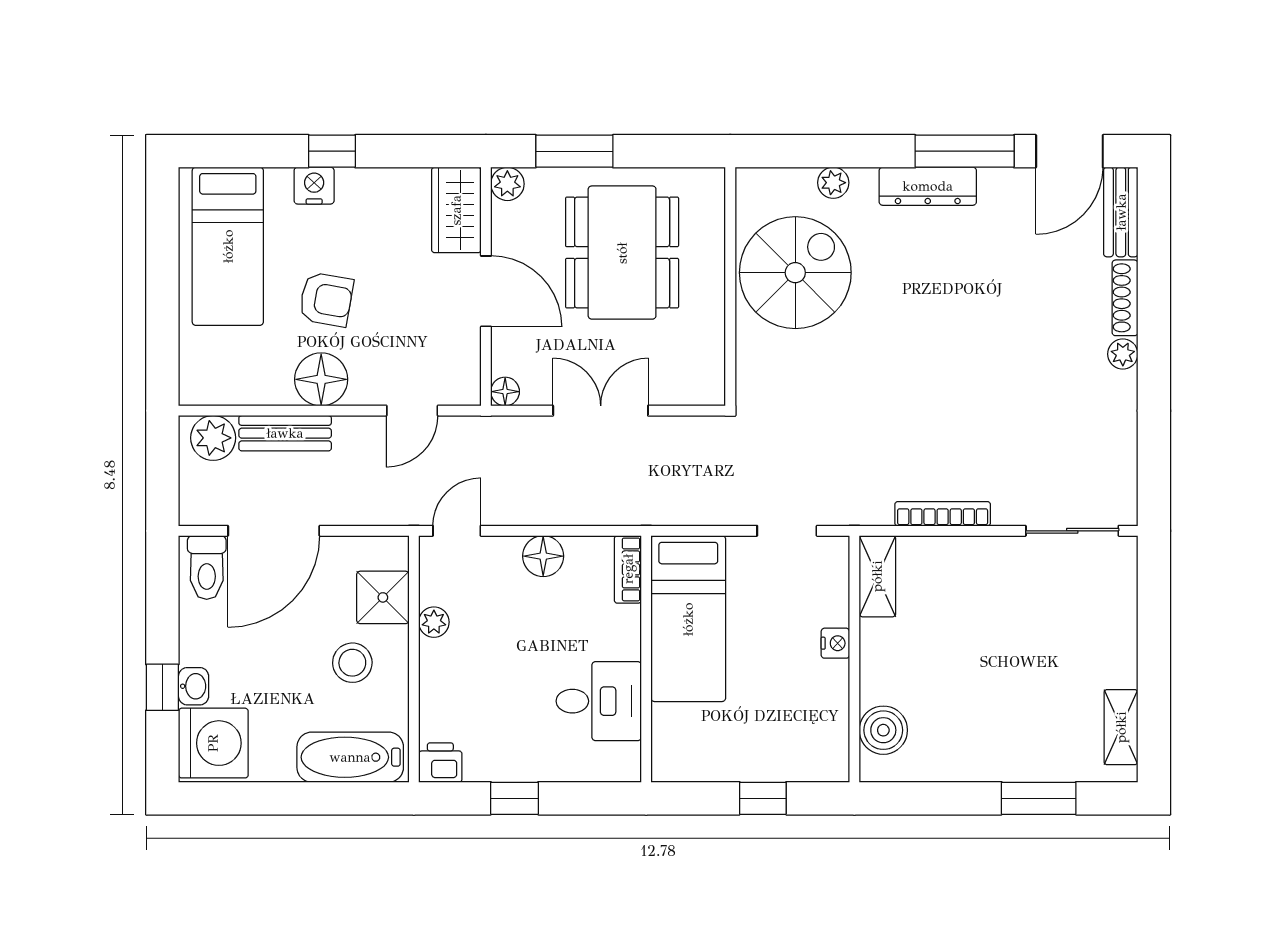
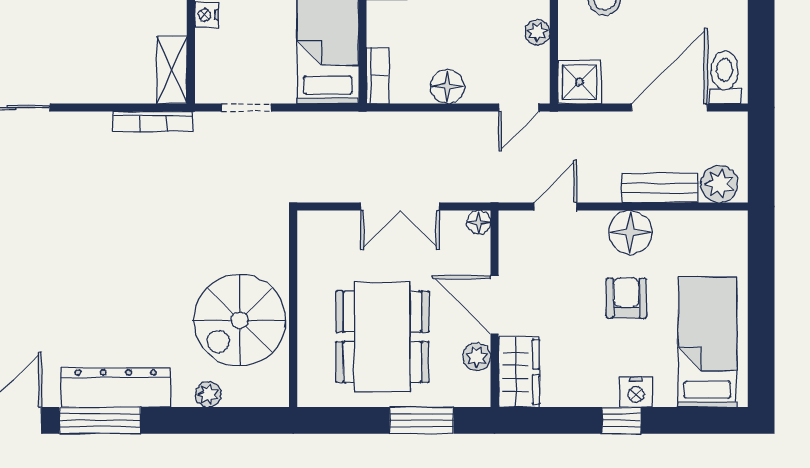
plant: (507, 184) -> (477, 357), moved
dresser: (928, 186) -> (116, 388), width x1.37, depth x1.24
armchair: (326, 299) -> (626, 298), turned 80
bookcase: (943, 514) -> (153, 122), moved
shower: (383, 597) -> (579, 82), moved

